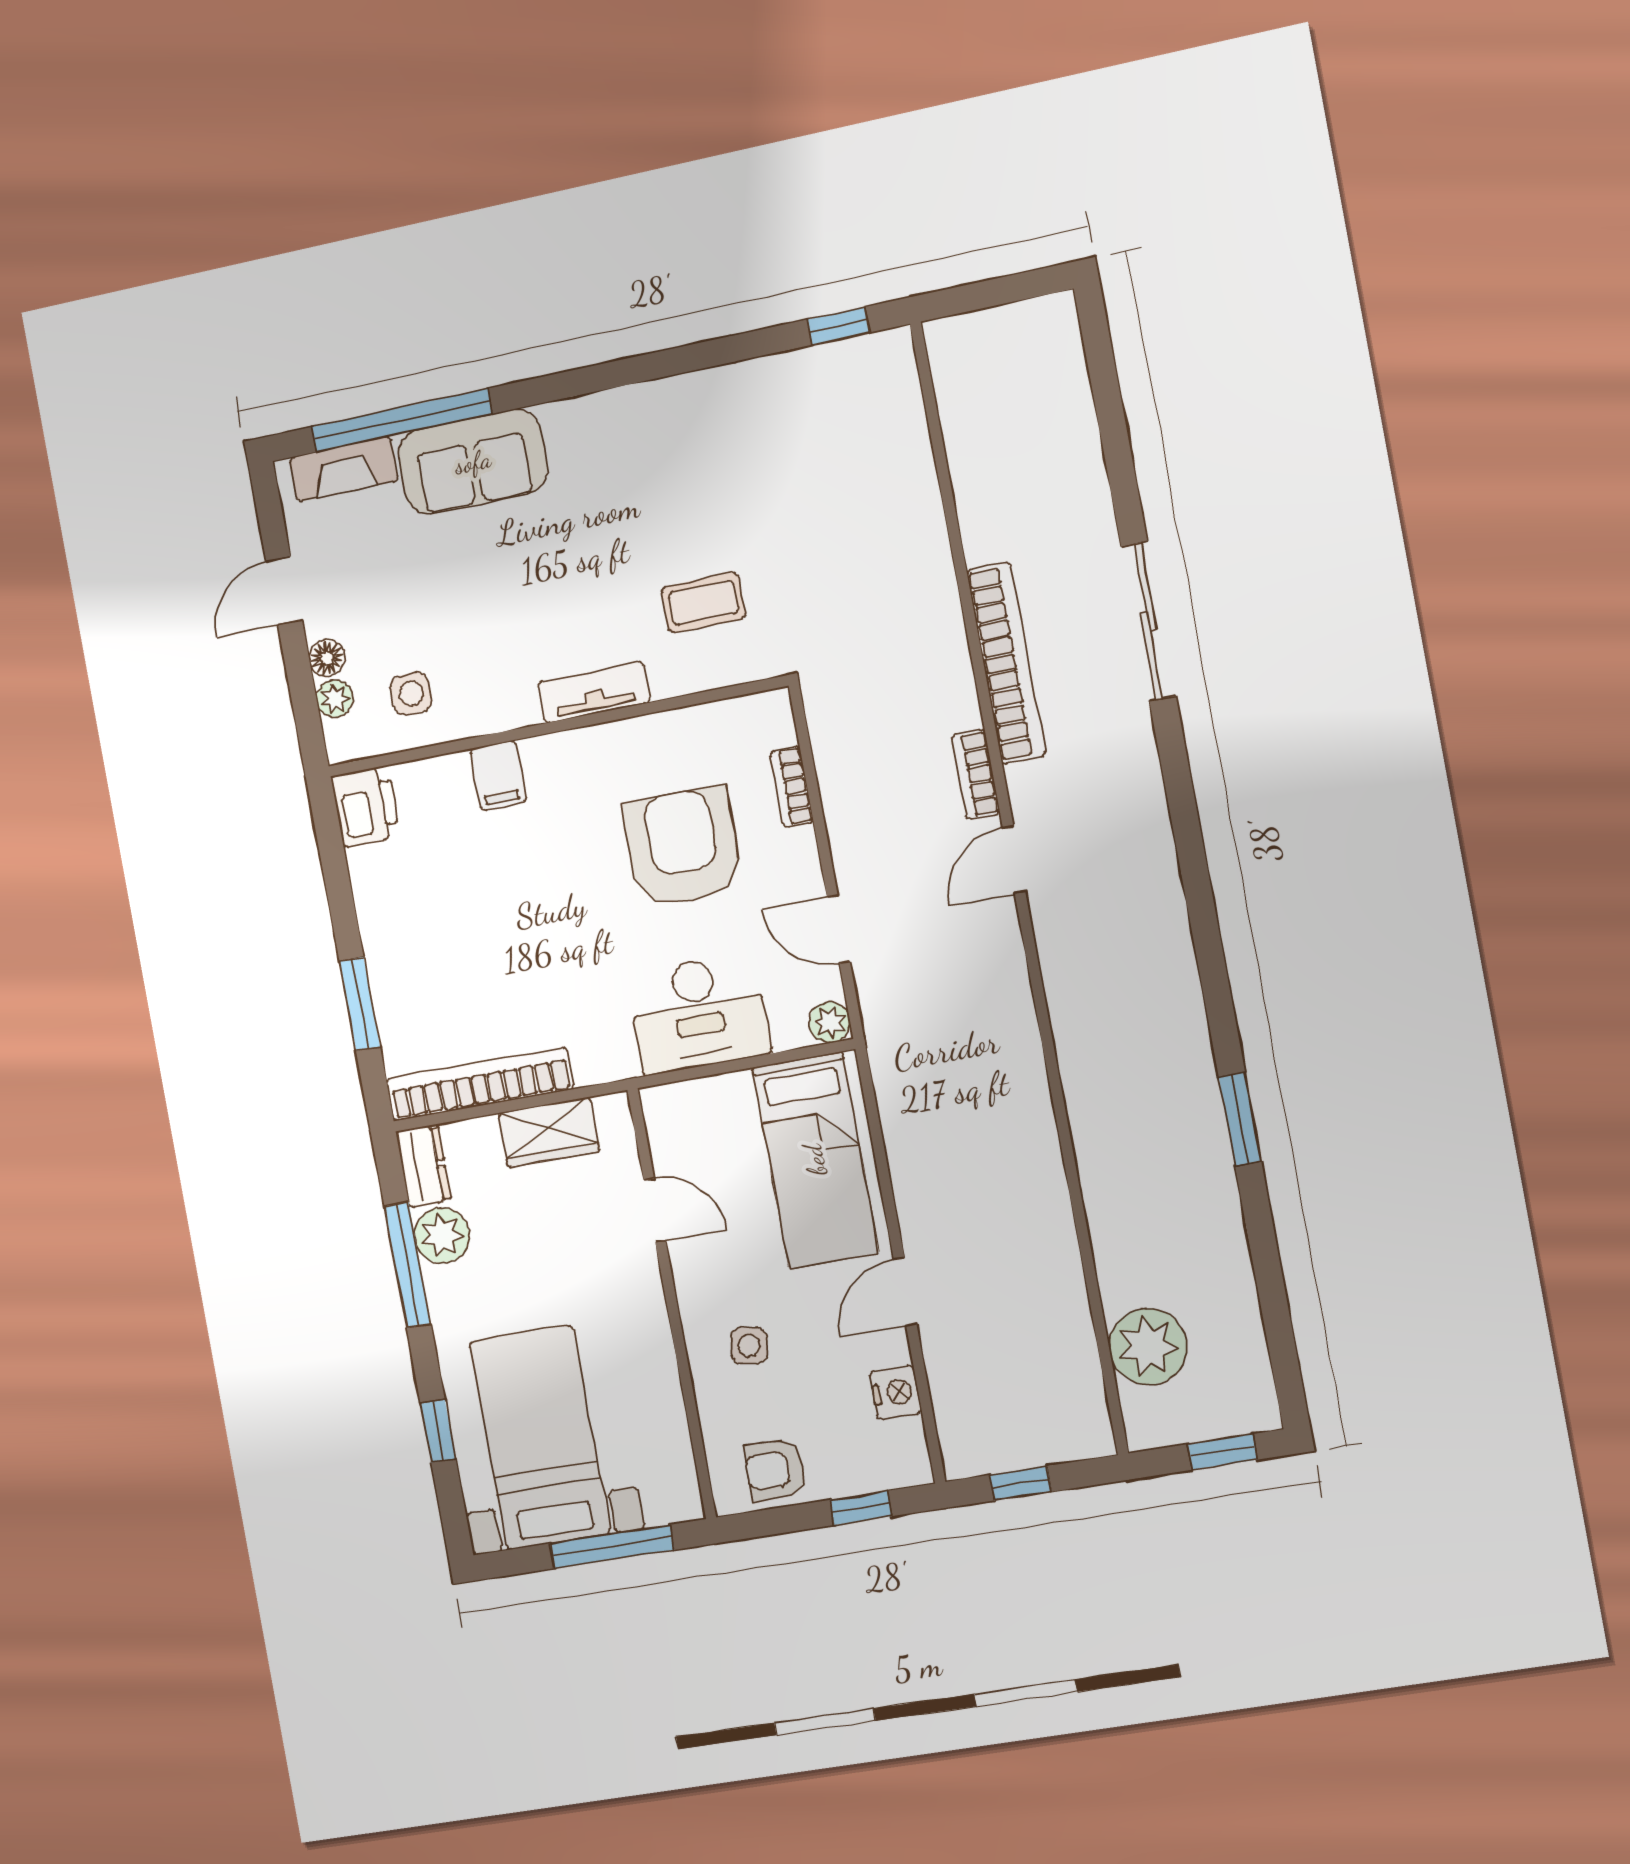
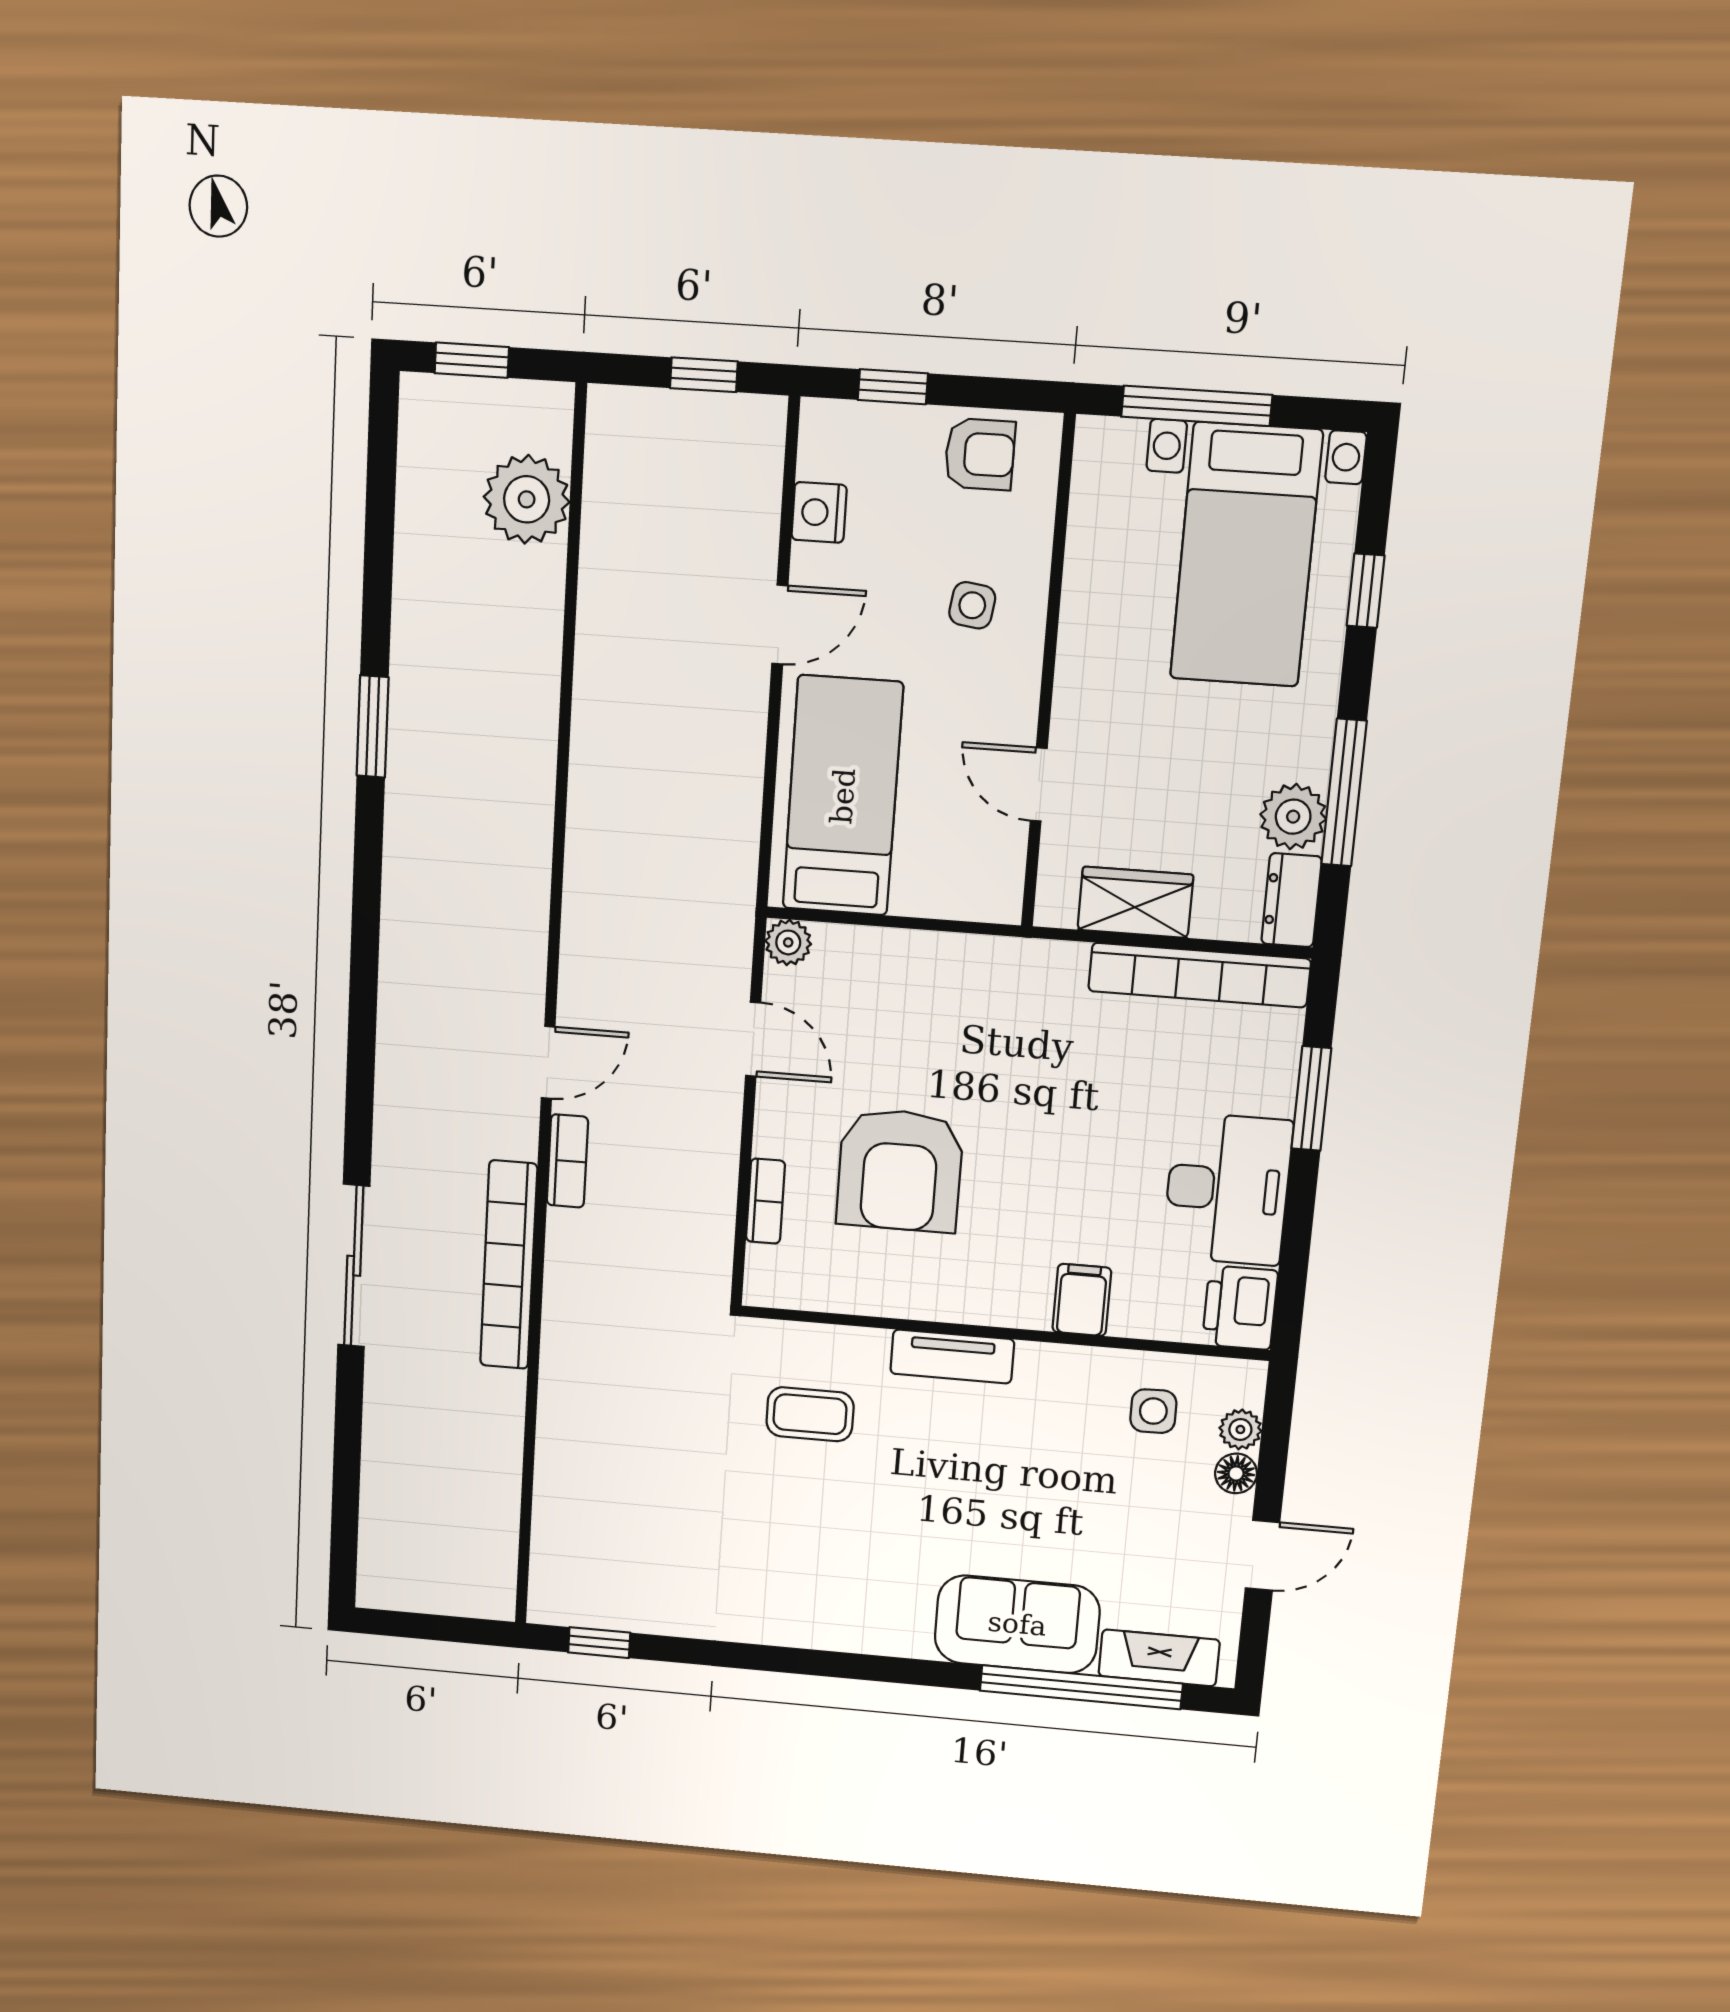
desk: (699, 1013) -> (1227, 1189), moved, turned 90

